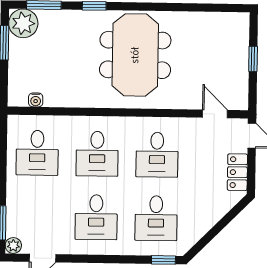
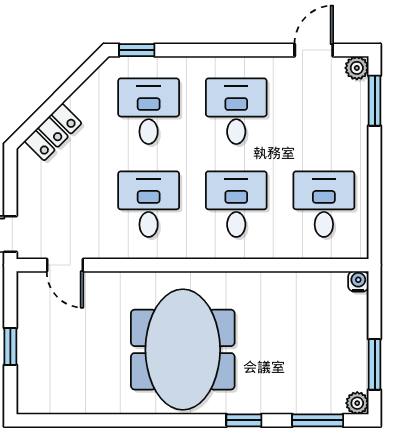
plant: (23, 23) -> (357, 403), width x0.53, depth x0.53
water cooler: (36, 100) -> (358, 281), moved
locker: (237, 172) -> (53, 132), moved, turned 45

